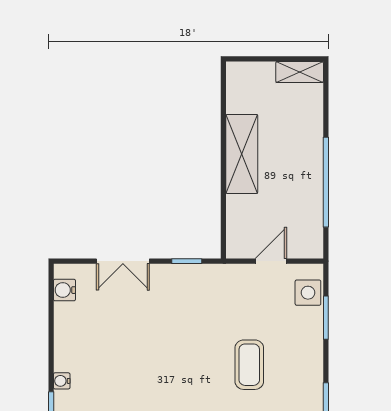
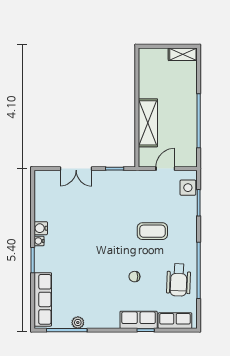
shelving: (242, 154) -> (148, 123), moved
water cooler: (64, 290) -> (41, 228), moved
coffee table: (249, 365) -> (152, 231), turned 90

